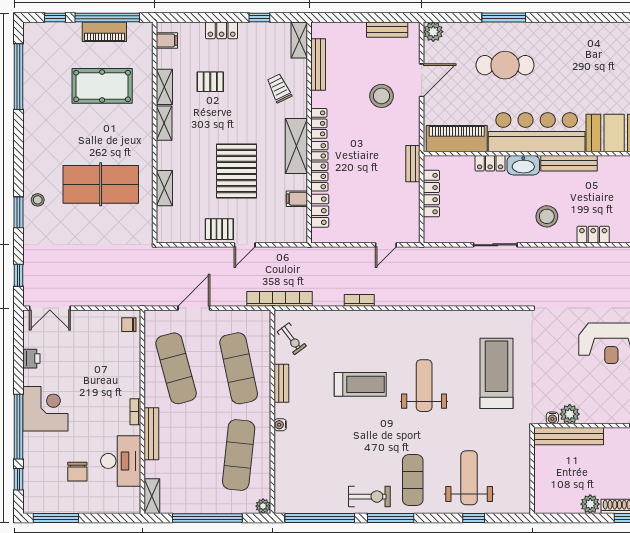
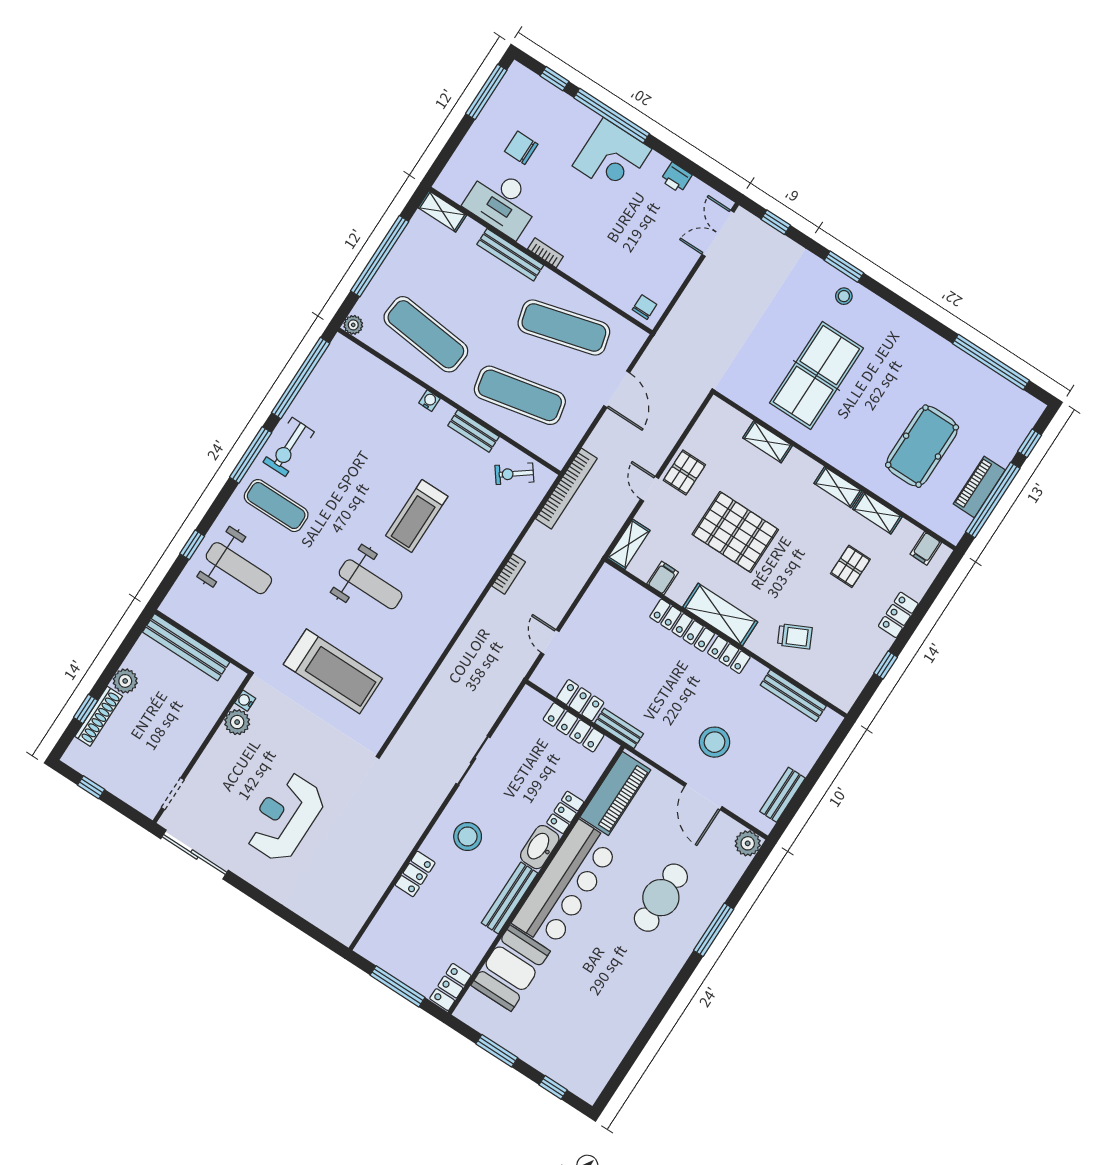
shelving: (299, 40) -> (629, 544), moved, turned 90
locker: (320, 211) -> (580, 700), moved, turned 180
bench: (569, 436) -> (186, 647), moved, turned 90

